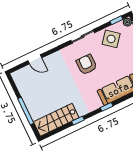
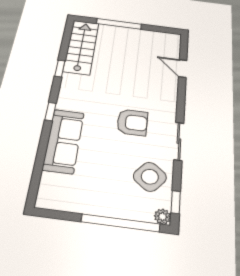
door: (35, 59) -> (183, 68), hinge flipped

